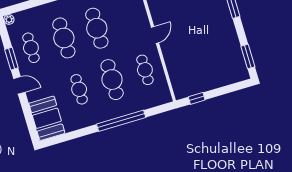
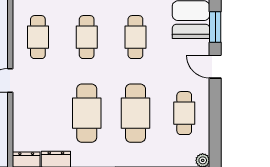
window: (11, 59) -> (215, 27), moved
cafe table: (112, 80) -> (87, 37), width x0.73, depth x0.74

